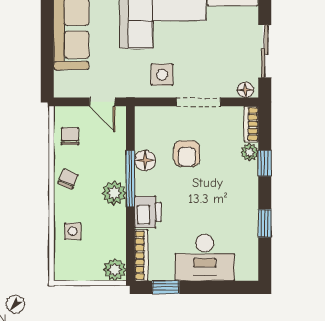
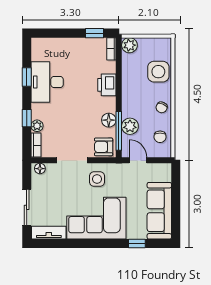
sliding door: (265, 51) -> (27, 207), moved
armchair: (187, 154) -> (104, 147), moved, turned -90
window: (130, 179) -> (119, 131), moved
plant: (114, 193) -> (130, 126), moved
side table: (73, 231) -> (158, 72), width x1.87, depth x1.87
bookcase: (141, 255) -> (111, 49), width x0.64
desk: (205, 258) -> (47, 82), moved, turned -90

